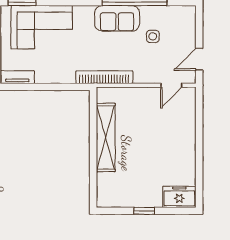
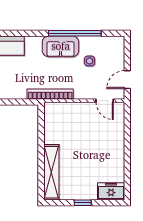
door: (171, 85) -> (105, 101), hinge flipped
shelving: (106, 137) -> (51, 172), moved

